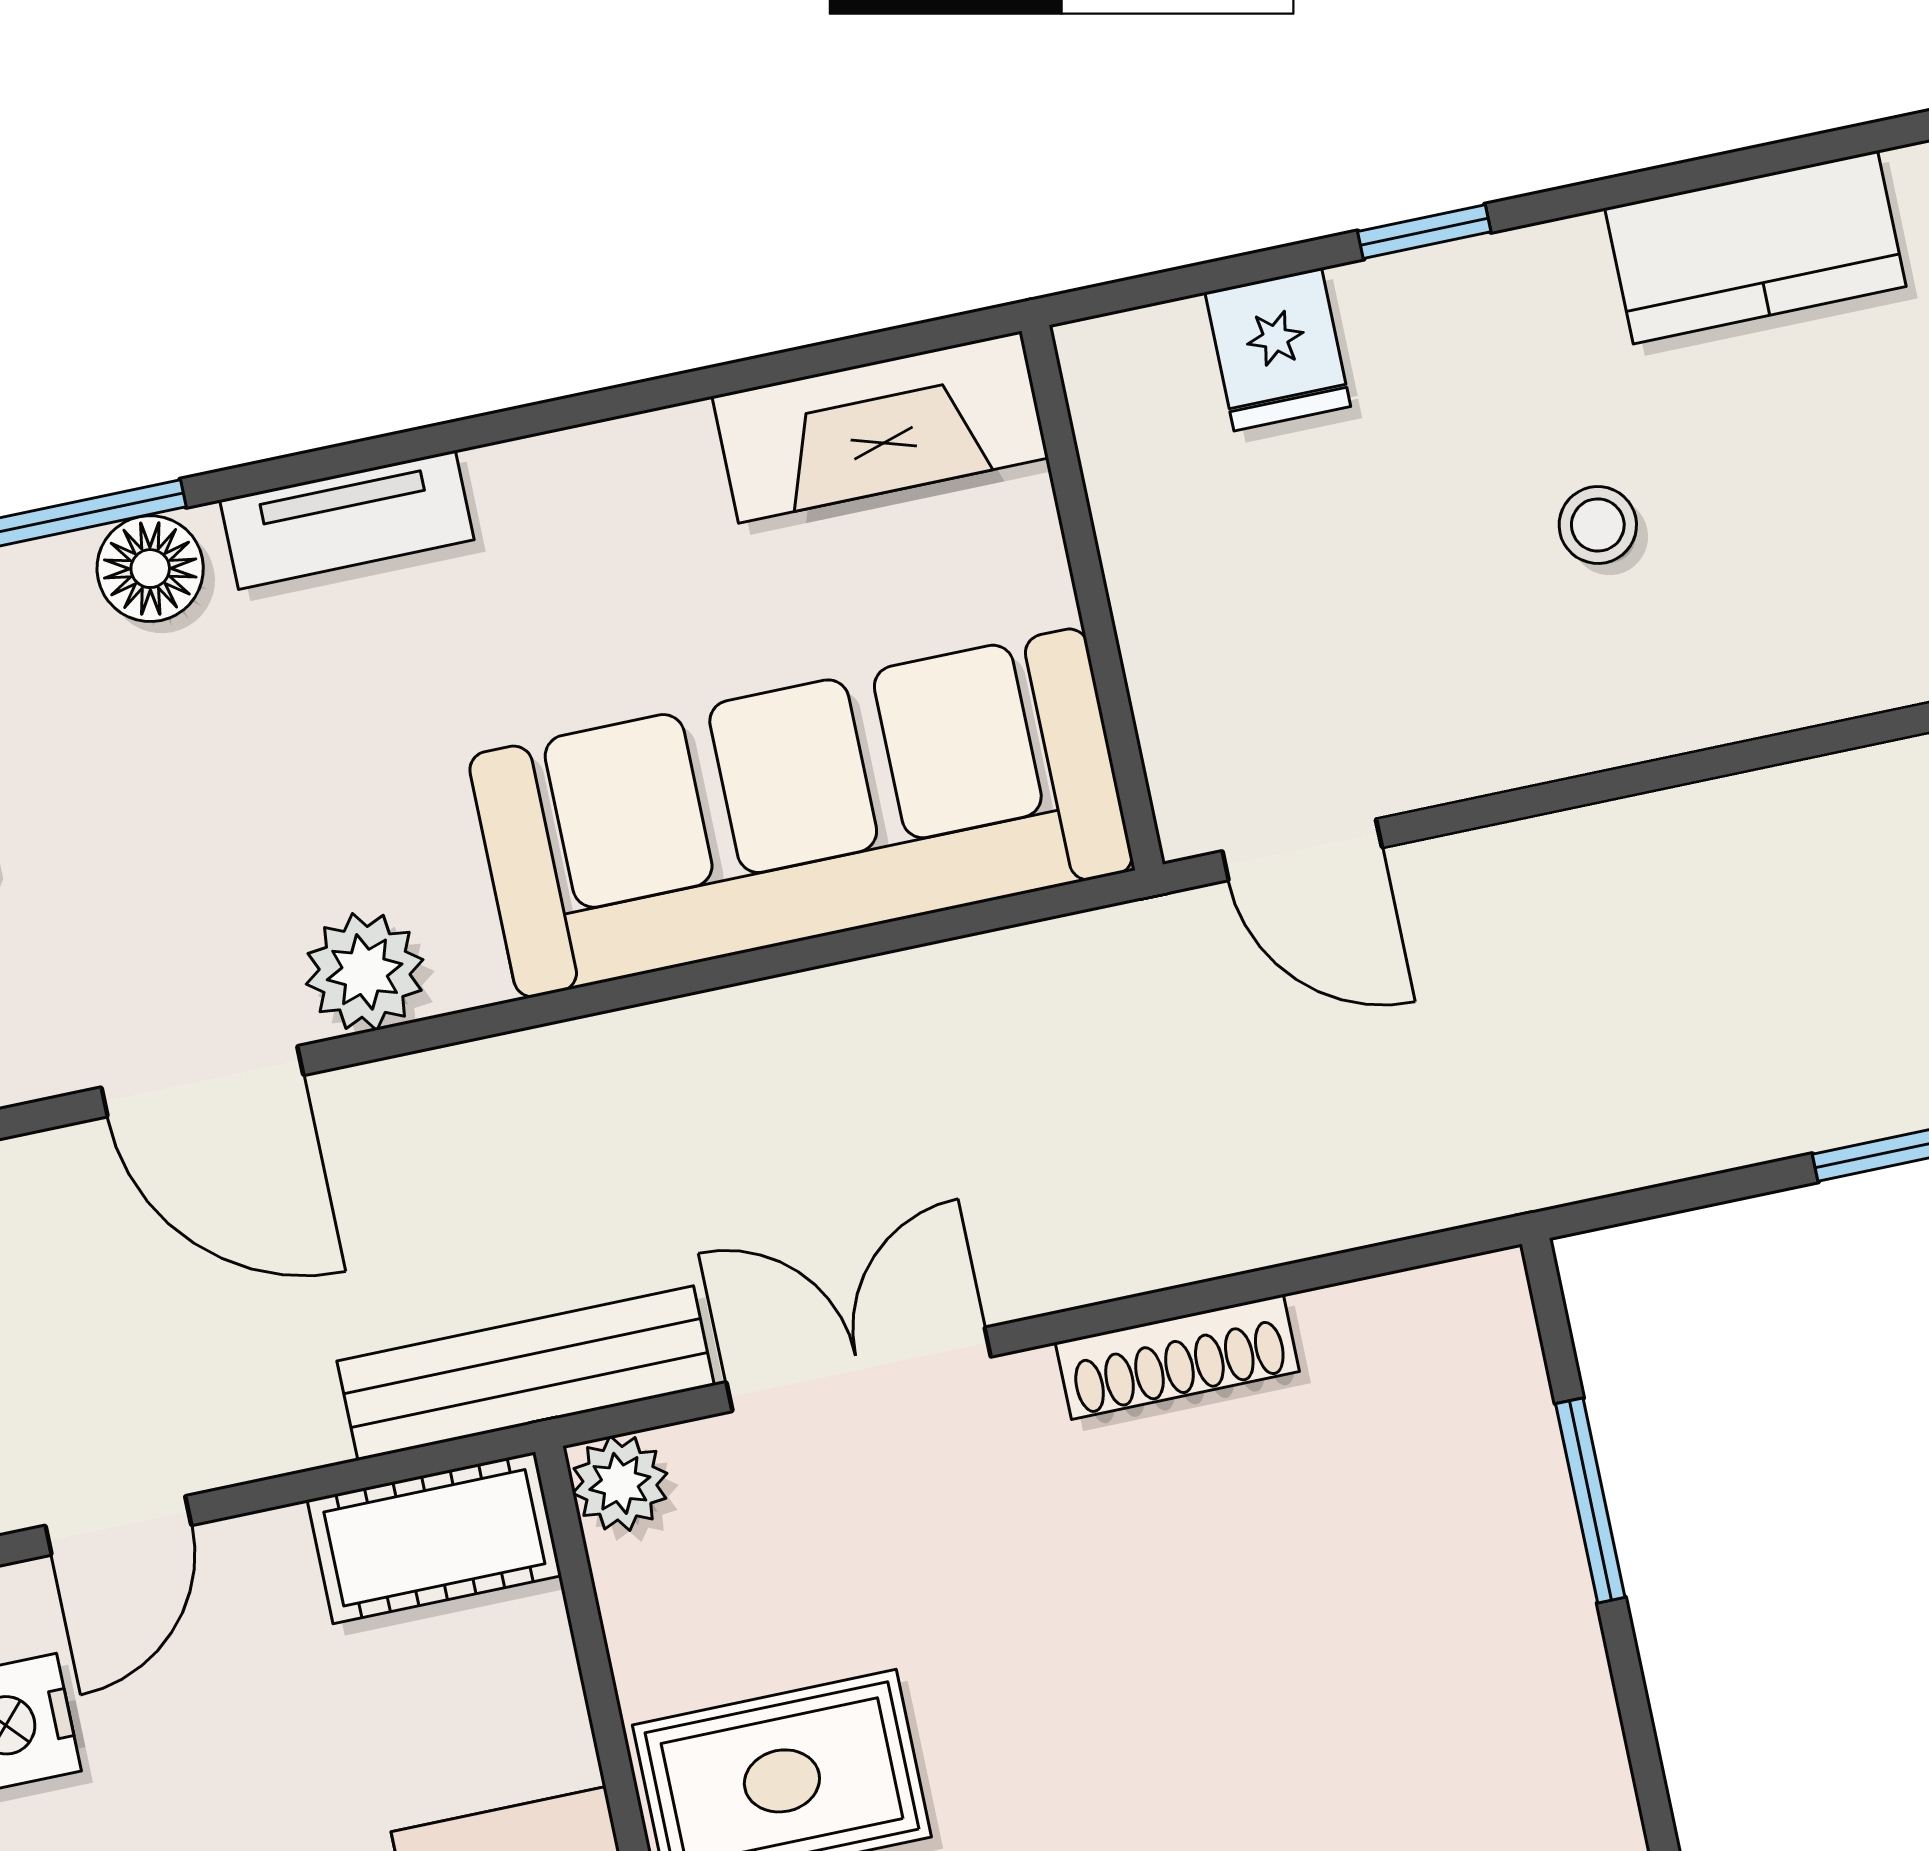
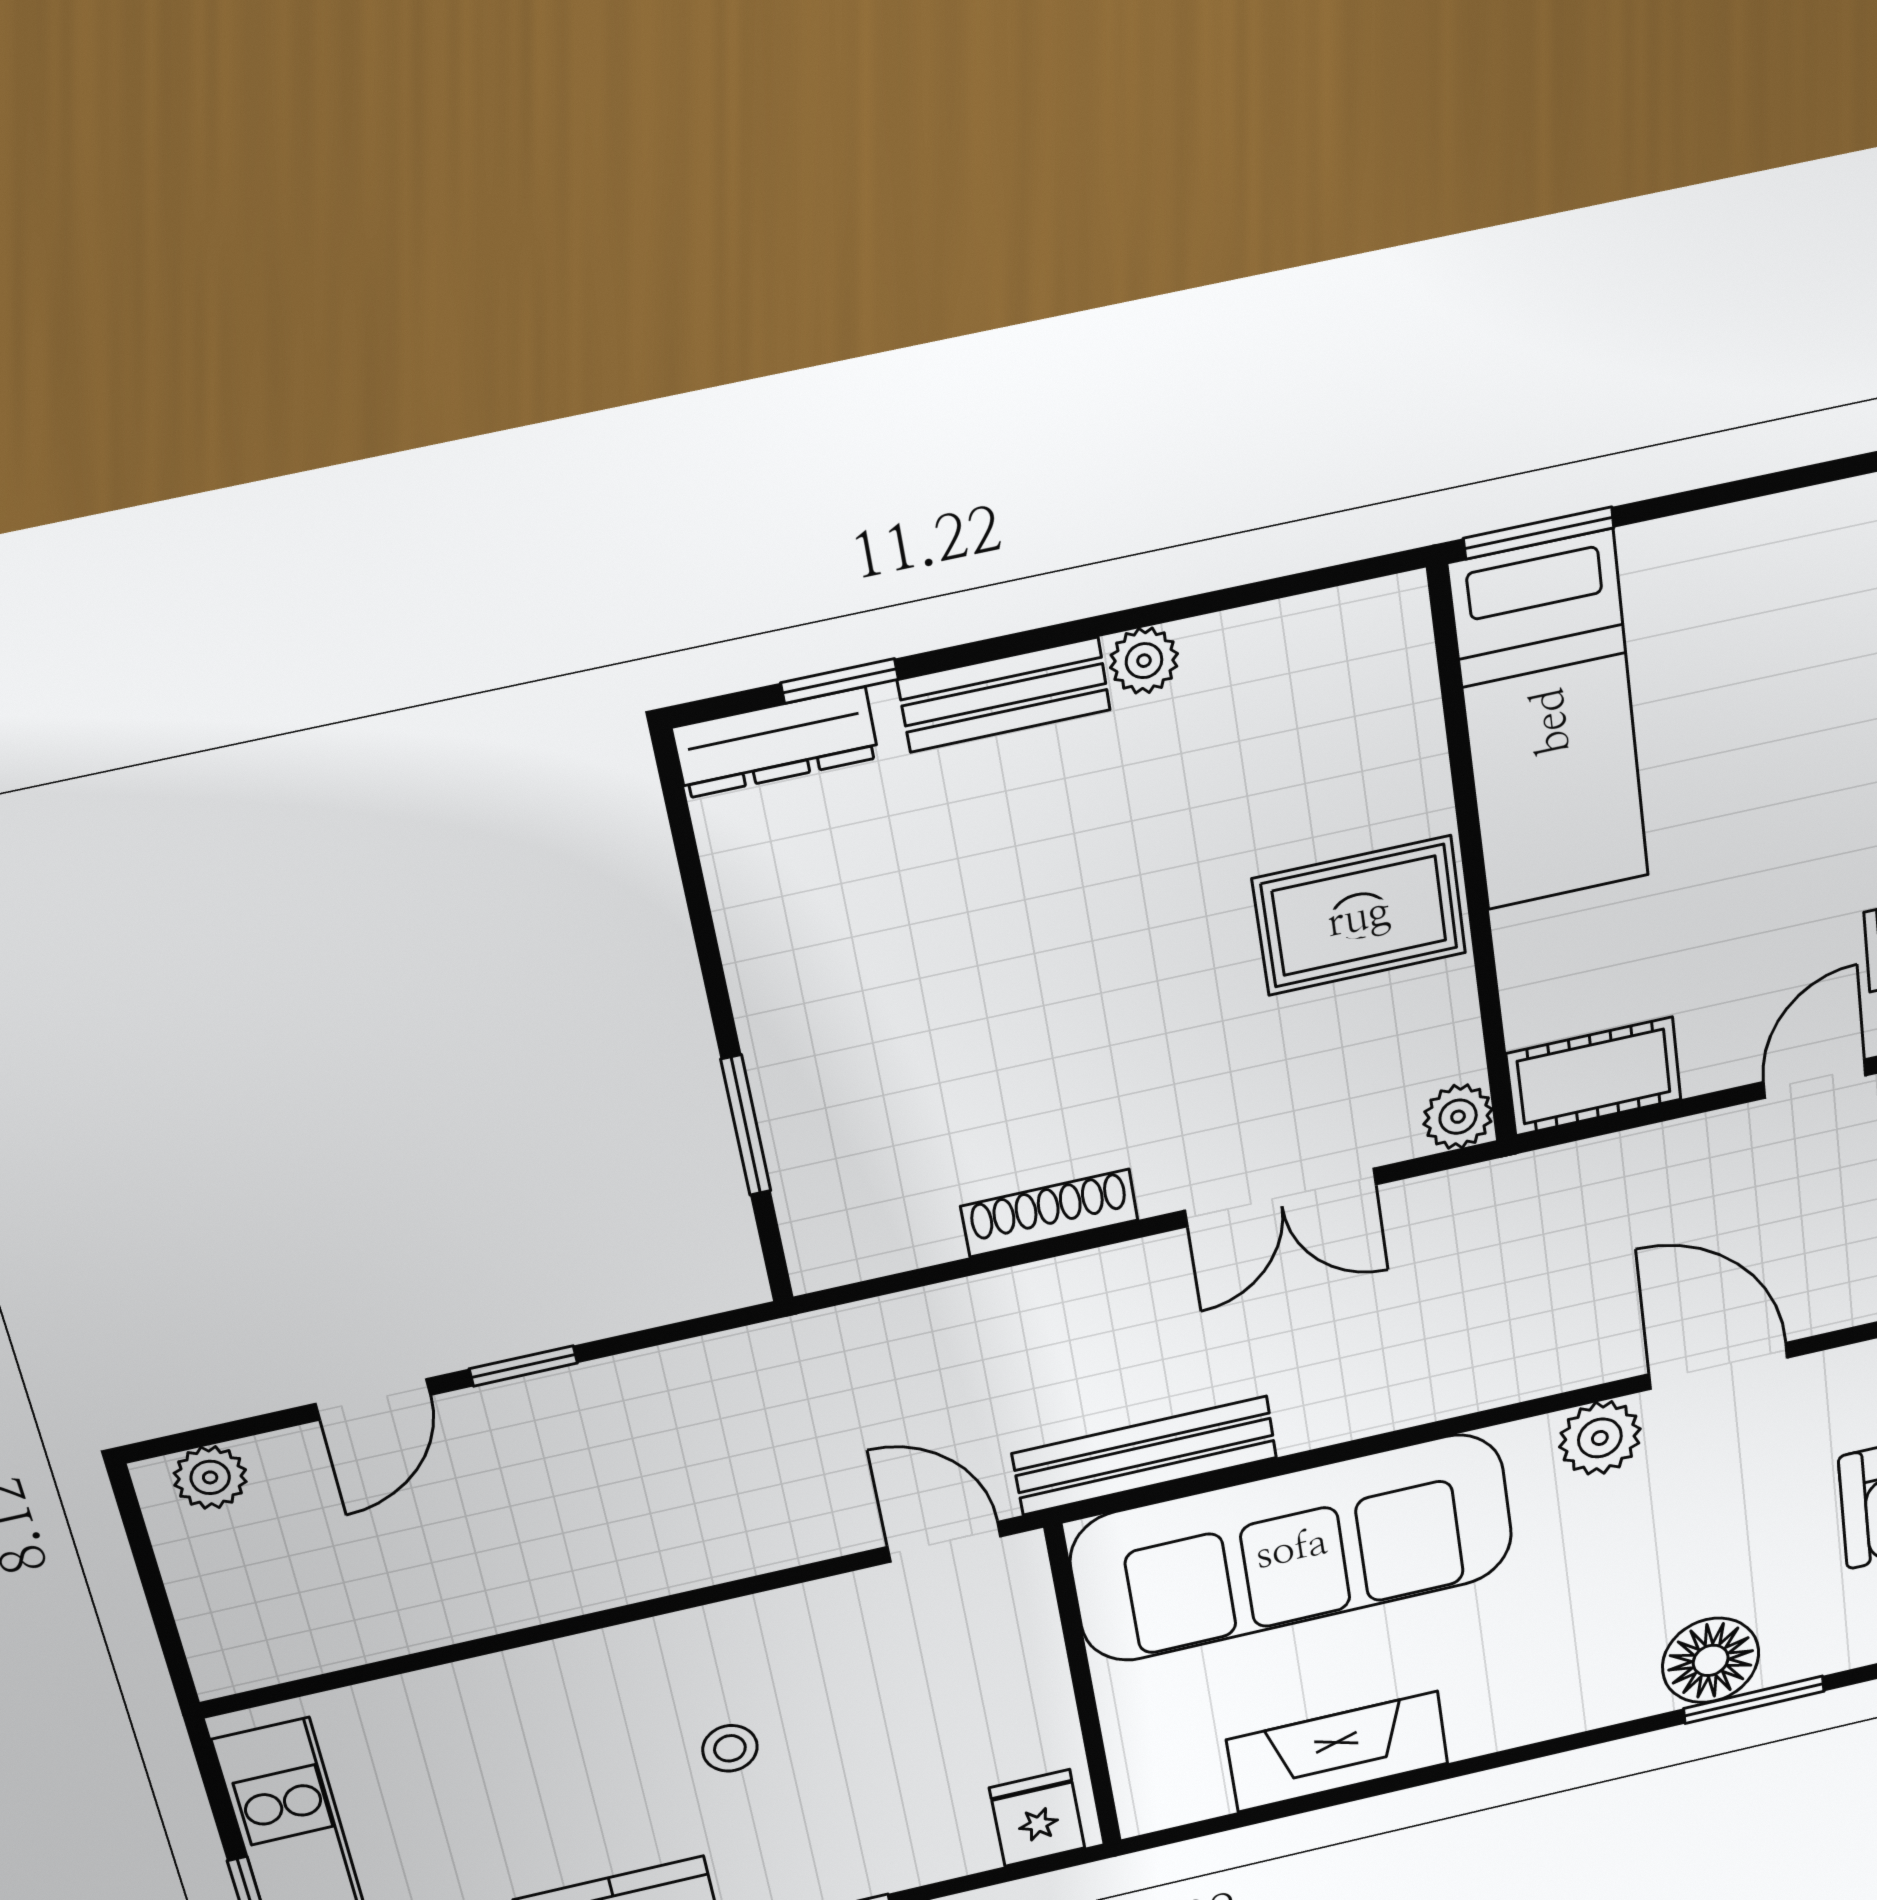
fridge: (1278, 349) -> (1037, 1818), moved
fireplace: (880, 427) -> (1338, 1752), moved
tv unit: (347, 520) -> (1579, 1706), removed
floor lamp: (150, 569) -> (1711, 1660), width x1.38, depth x1.38
bench: (526, 1373) -> (1145, 1456), moved

